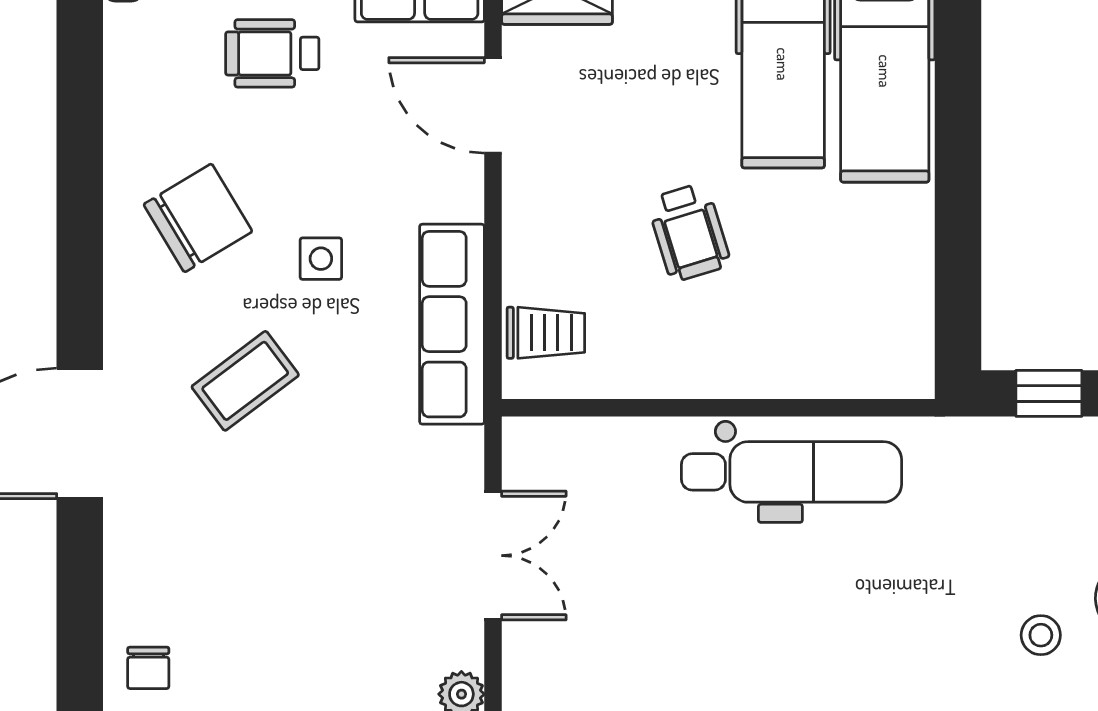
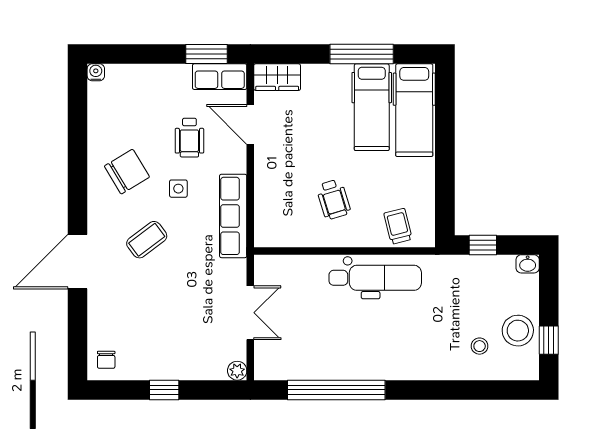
wheelchair: (272, 53) -> (189, 138), moved, turned -90
wheelchair: (689, 232) -> (333, 199), moved
trolley: (546, 333) -> (398, 226), moved, turned -104

